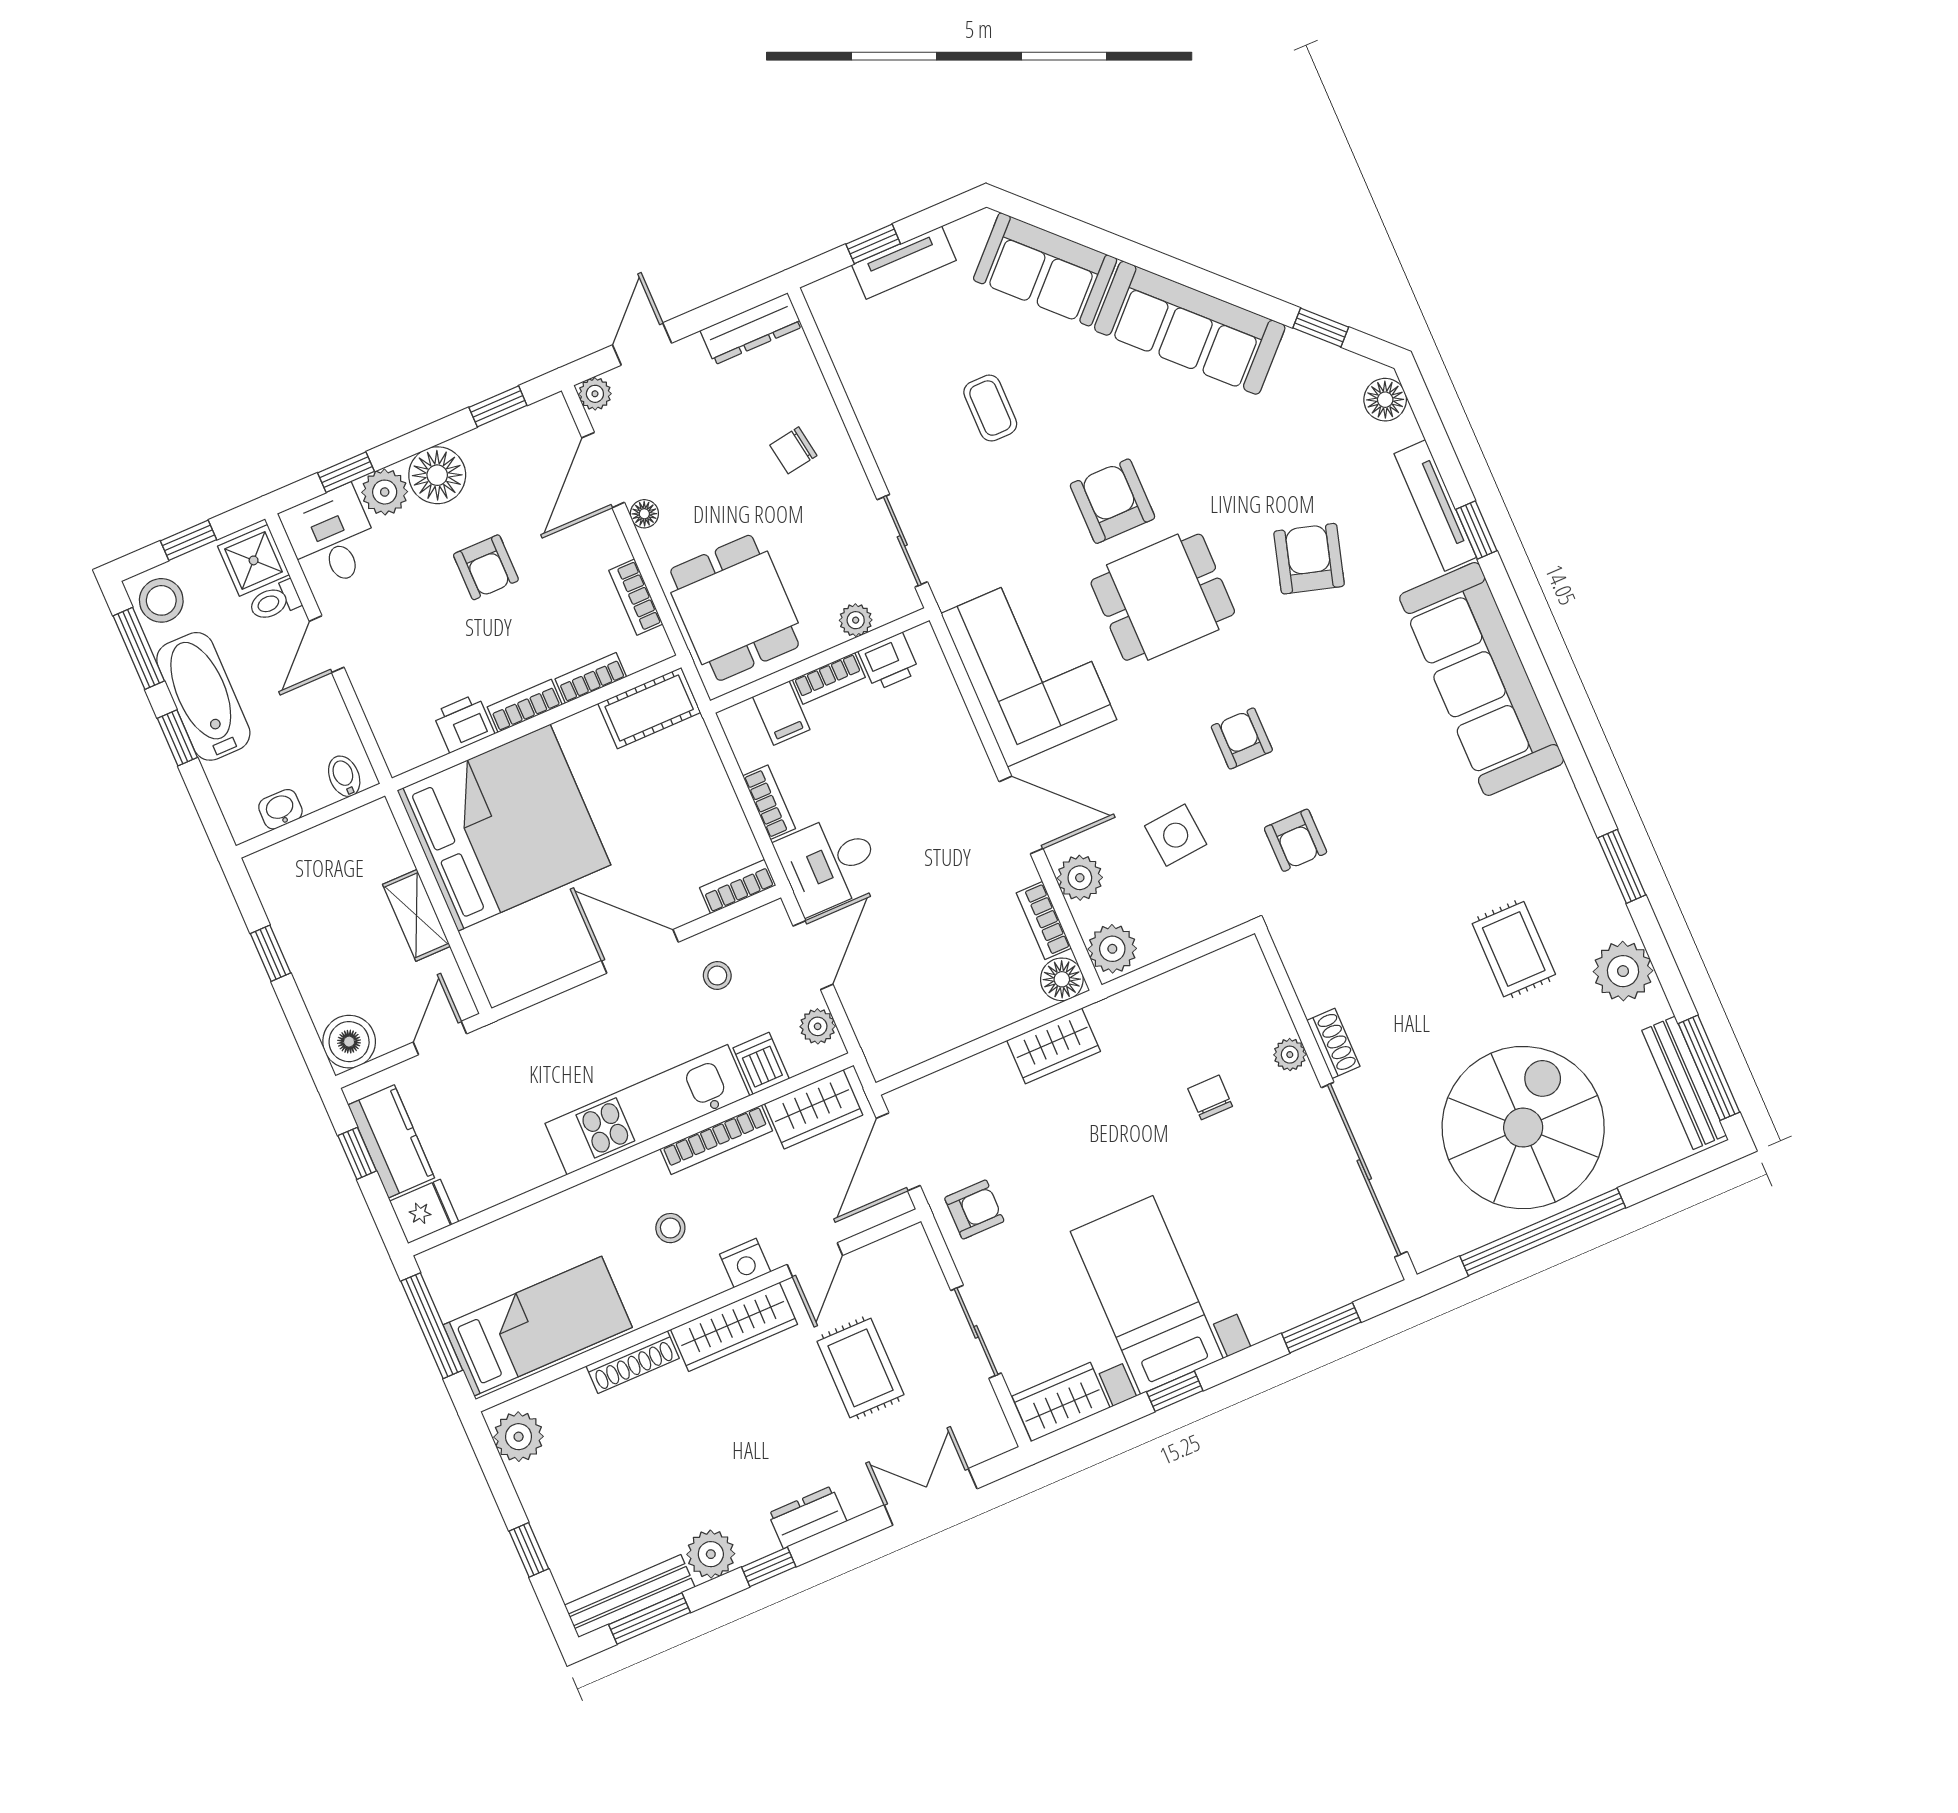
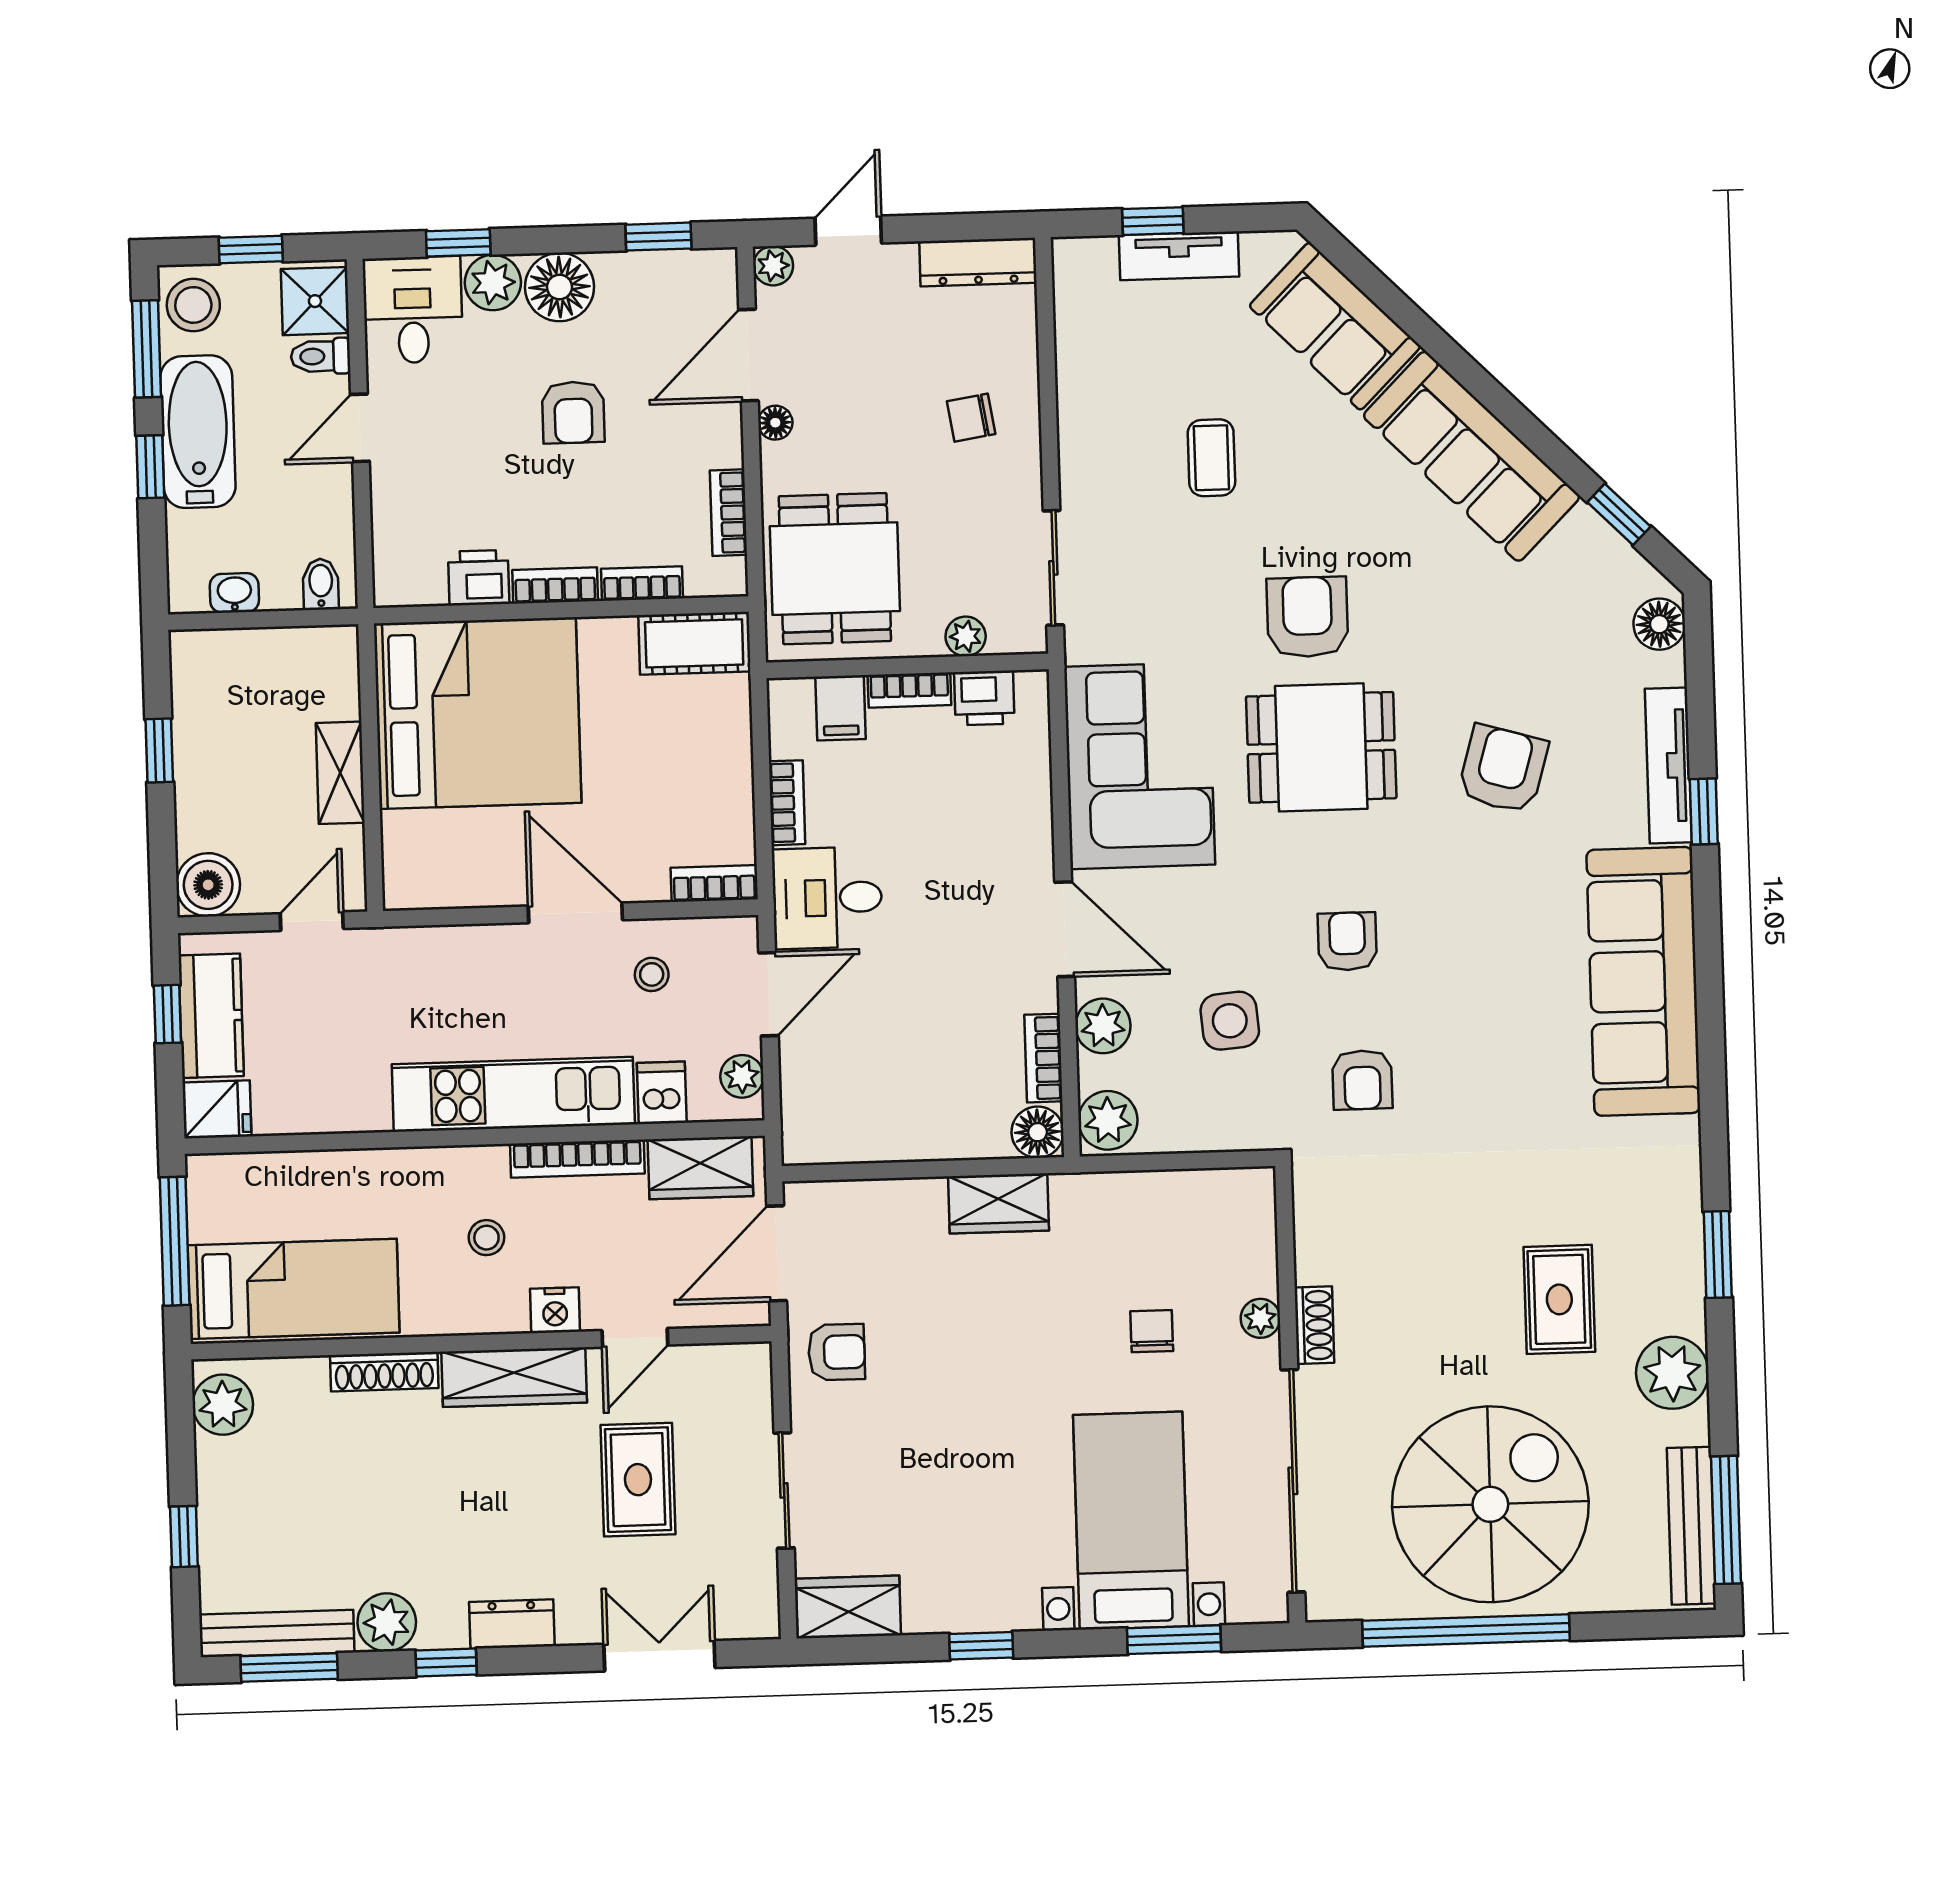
bed with nightstands: (1147, 1295) -> (1131, 1521), moved

